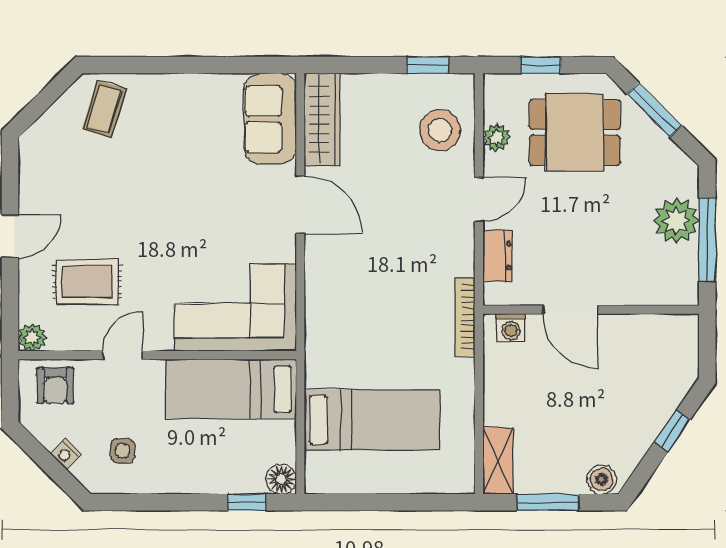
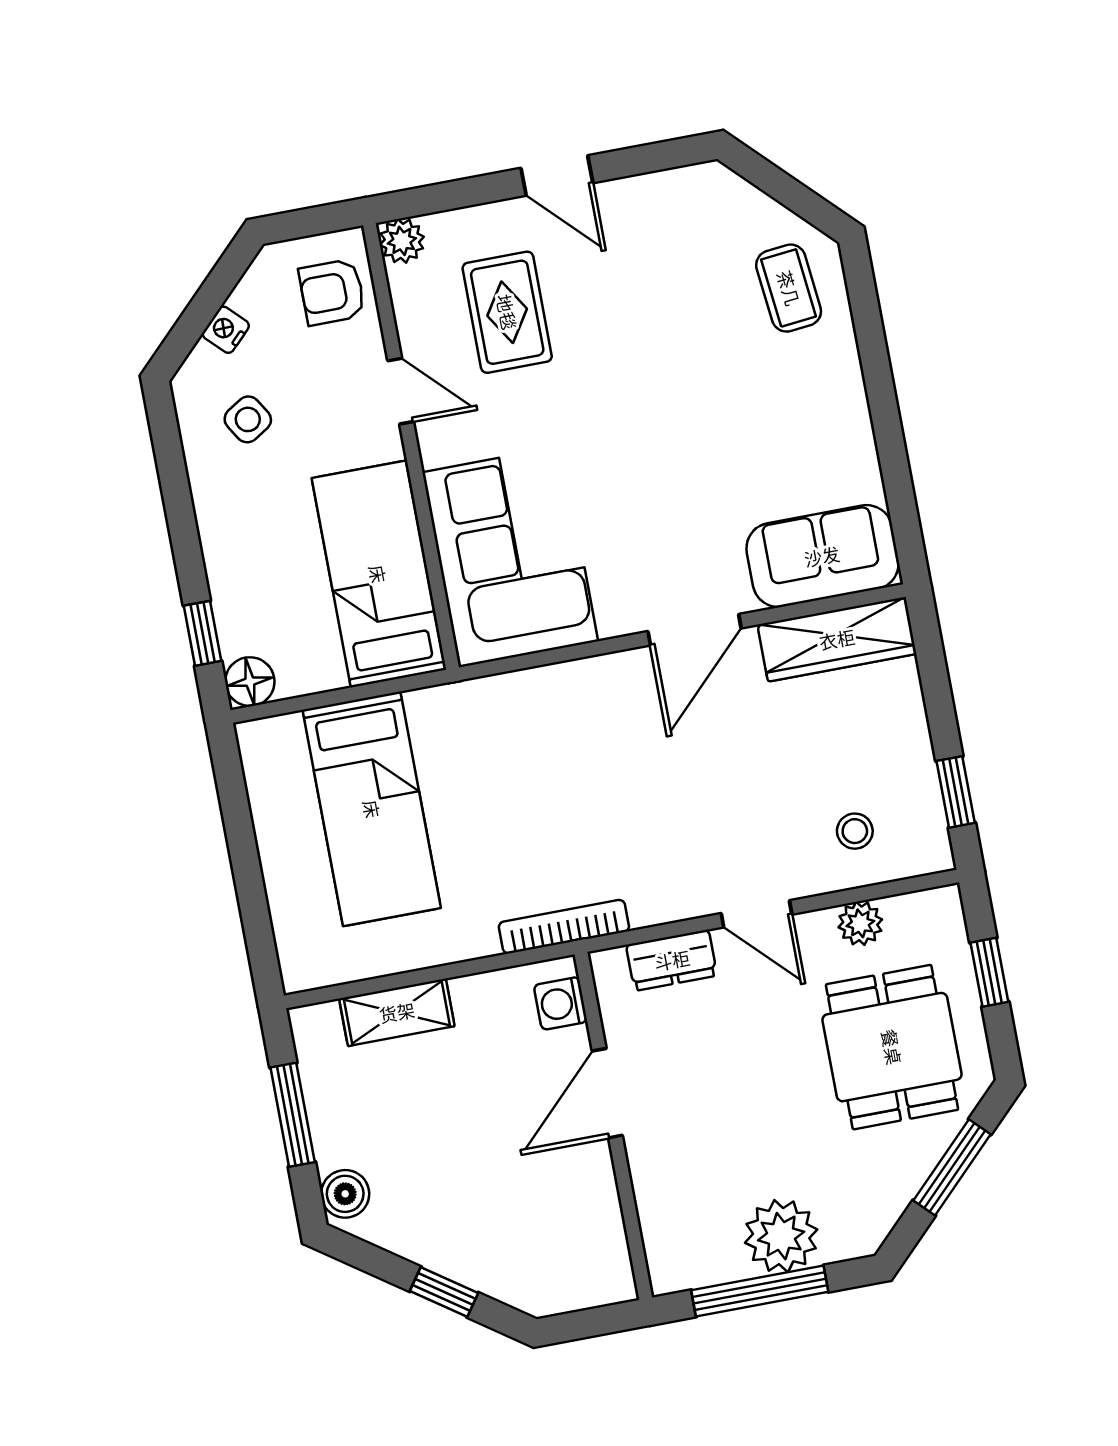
coffee table: (104, 109) -> (789, 288), turned 67
stool: (440, 130) -> (855, 831), width x0.53, depth x0.53
side table: (123, 451) -> (248, 419), turned -32
shelving: (498, 461) -> (397, 1012), moved

